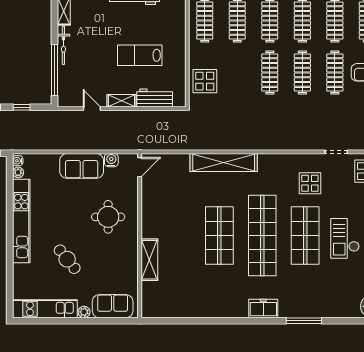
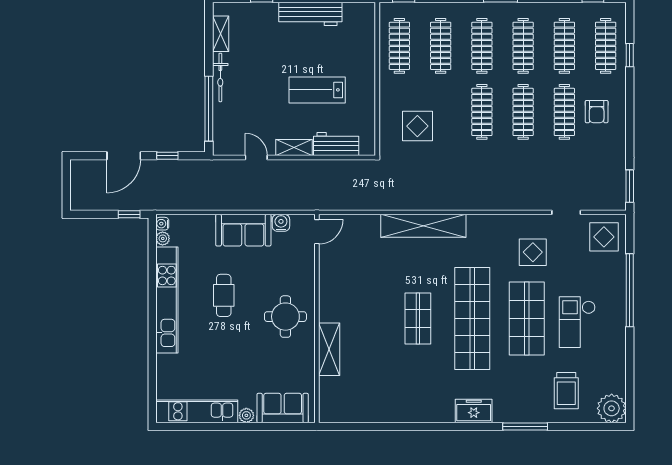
display table: (205, 81) -> (417, 126), moved
round table: (108, 217) -> (285, 317), moved
shop shelf: (219, 236) -> (418, 319), width x0.70, depth x0.74
cafe table: (67, 259) -> (224, 295), moved, turned 39
trolley: (336, 293) -> (566, 391), added

